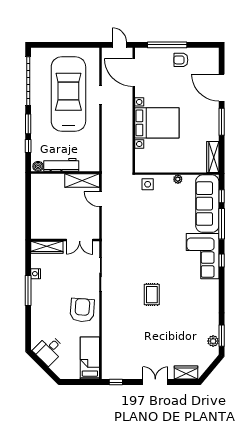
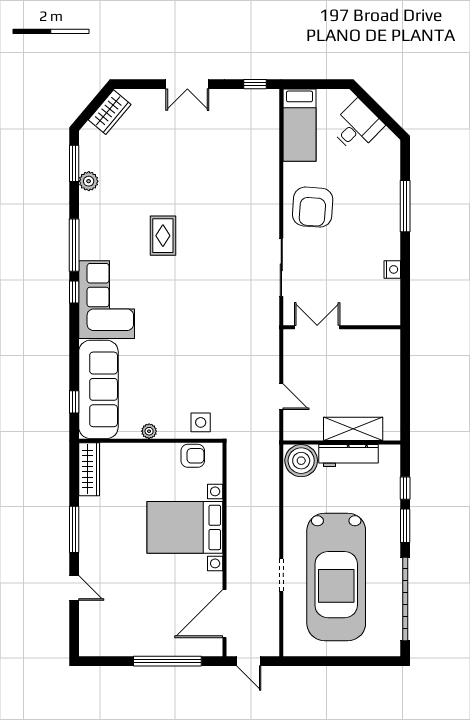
armchair: (181, 60) -> (193, 456), moved
door: (134, 73) -> (225, 614), swing flipped
door: (222, 88) -> (74, 588), width x0.53
boiler: (38, 166) -> (301, 461), moved, width x1.86, depth x1.86
shelving: (82, 181) -> (353, 429), moved
window: (222, 224) -> (74, 245), moved
wardrobe: (47, 247) -> (373, 315), removed
window: (28, 291) -> (405, 206), moved
rug: (152, 295) -> (163, 236), moved
plant: (213, 341) -> (89, 181), moved
desk: (49, 350) -> (357, 126), moved
wardrobe: (186, 373) -> (110, 112), moved, turned -50

